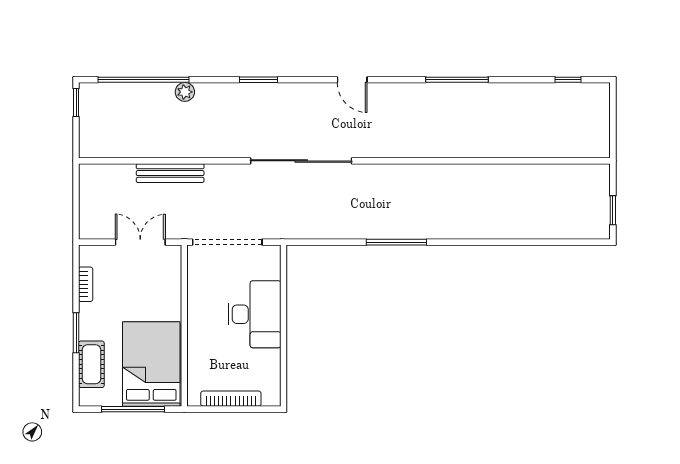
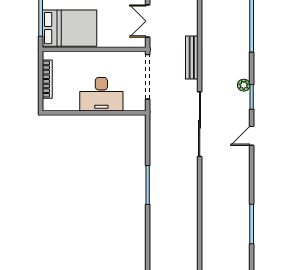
door: (352, 80) -> (252, 136), moved
plant: (185, 92) -> (244, 85), moved
bench: (170, 173) -> (192, 58), moved
double door: (140, 242) -> (148, 21), swing flipped

